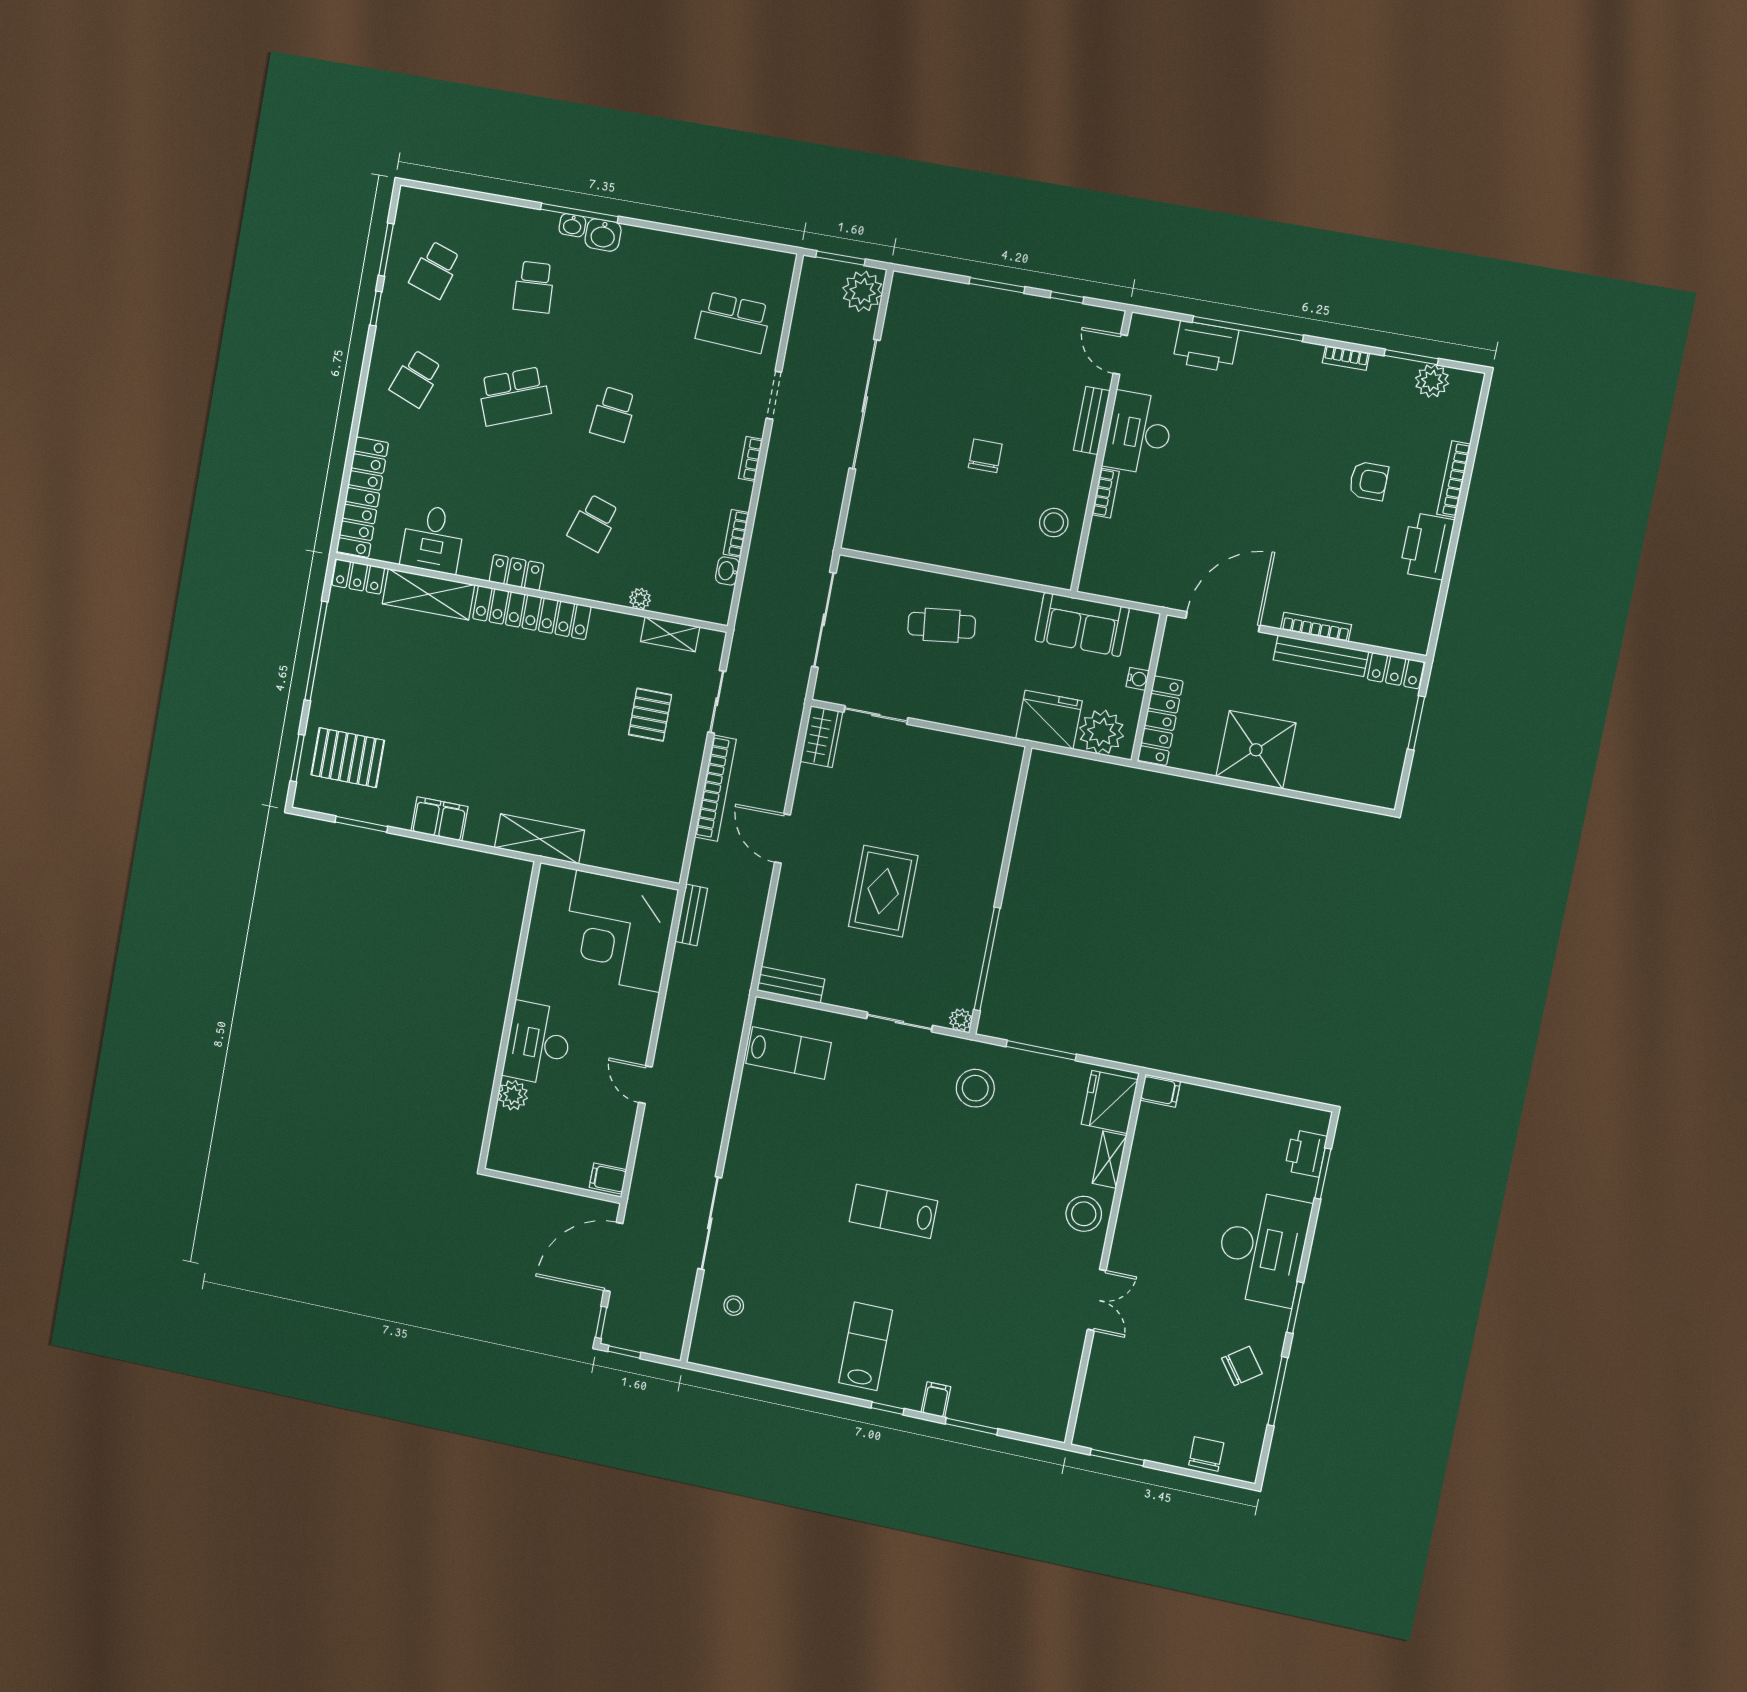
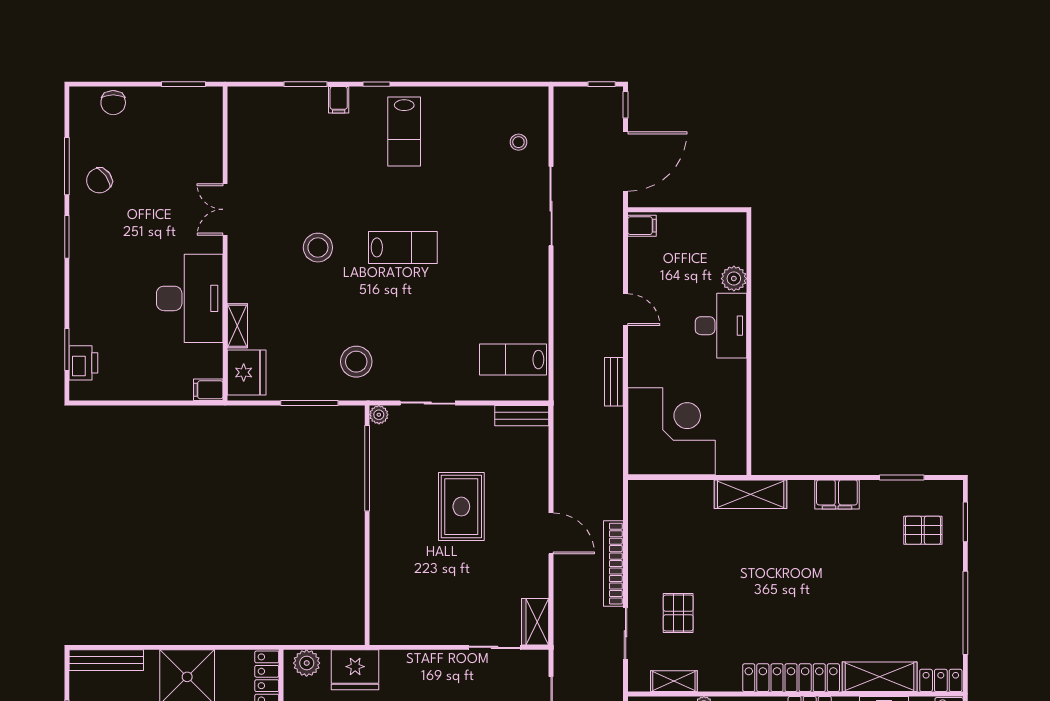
plant: (1102, 732) -> (307, 663), width x0.73, depth x0.73
pallet: (348, 758) -> (923, 530), width x0.67, depth x0.71
bench: (1352, 789) -> (106, 660), added
bench: (691, 915) -> (614, 382), moved
stool: (1084, 1214) -> (318, 248), moved
desk: (1262, 1248) -> (190, 298), moved, turned 180

